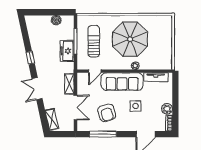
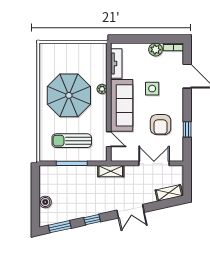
boiler: (56, 20) -> (45, 202), moved
window: (25, 32) -> (60, 227), added
freezer: (67, 51) -> (84, 174), removed
shelving: (69, 84) -> (111, 171), moved
armchair: (107, 113) -> (161, 125), turned 105
window: (103, 134) -> (187, 129), width x0.46

